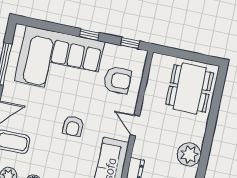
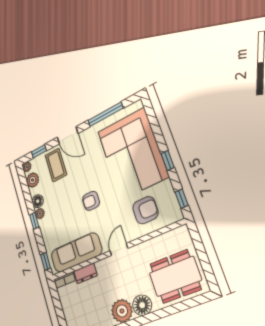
armchair: (118, 80) -> (145, 210), turned -90
floor lamp: (195, 132) -> (142, 305), added

